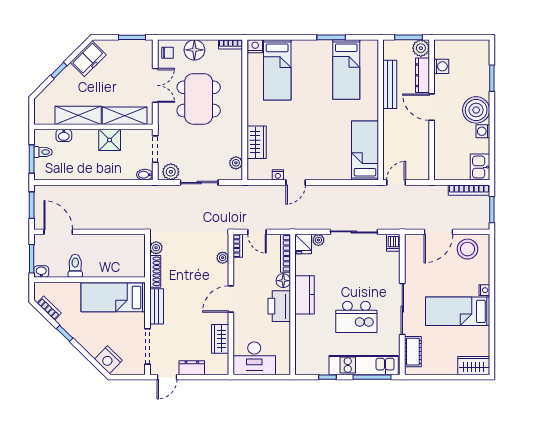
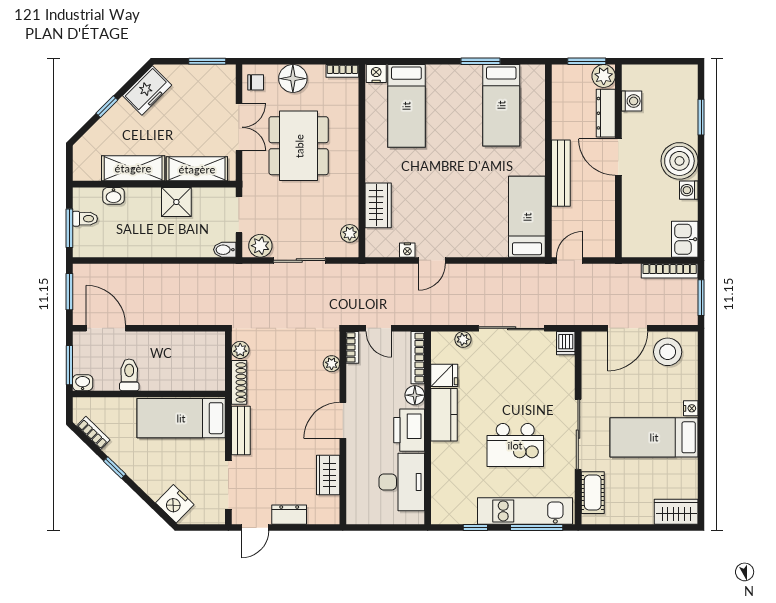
bench: (390, 84) -> (561, 173), moved
fridge: (303, 244) -> (444, 375), moved, turned -90
desk: (254, 358) -> (402, 482), moved, turned -90

